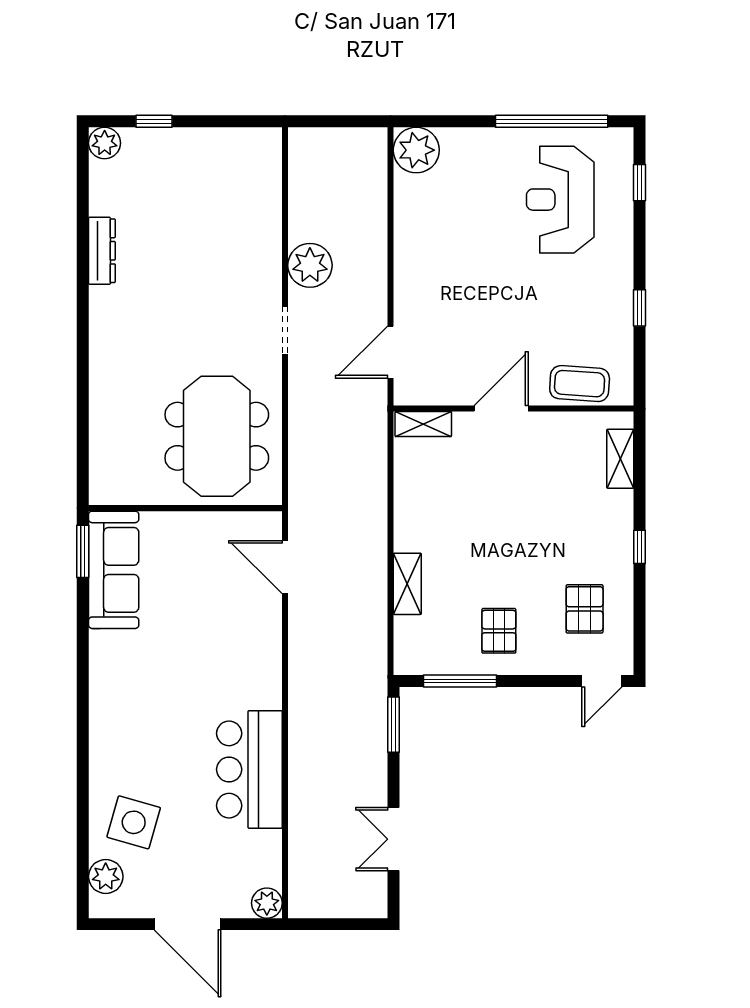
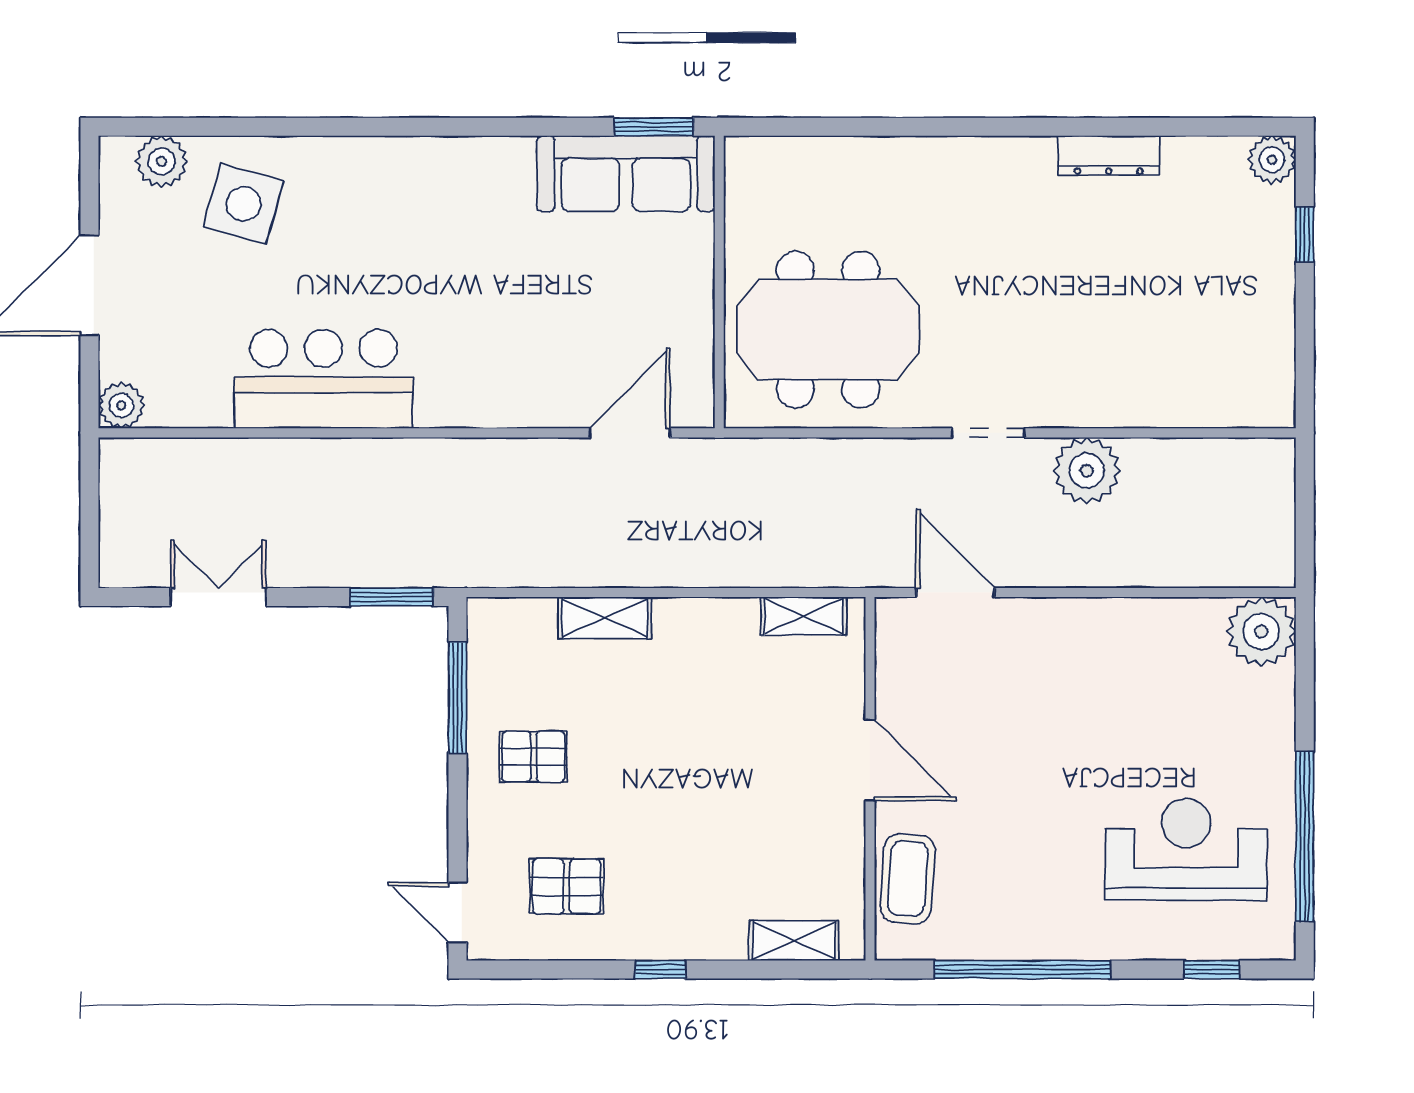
window: (640, 308) -> (1022, 969), width x3.17
shelving: (423, 424) -> (804, 616), moved, turned 90

